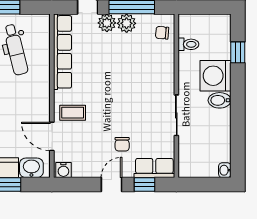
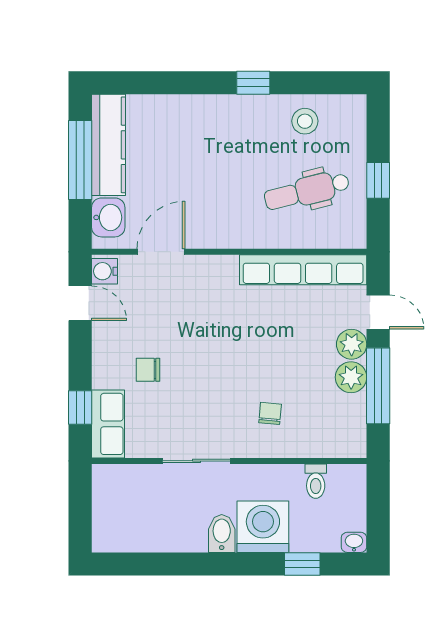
chair: (162, 33) -> (270, 413), moved
coffee table: (73, 113) -> (201, 287), removed
washbasin: (225, 170) -> (354, 542), moved
door: (112, 185) -> (80, 303), moved

